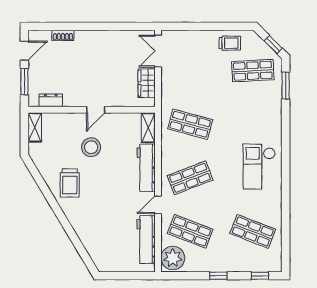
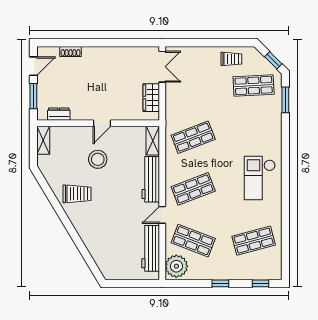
double door: (158, 51) -> (162, 67), swing flipped
shop shelf: (190, 124) -> (193, 137), turned -36
trolley: (70, 183) -> (77, 194), turned -90
shop shelf: (253, 231) -> (254, 241), turned -36

